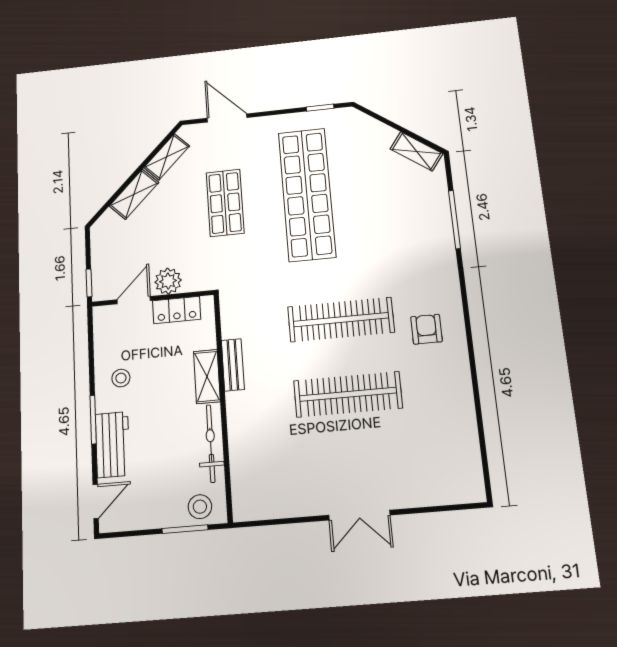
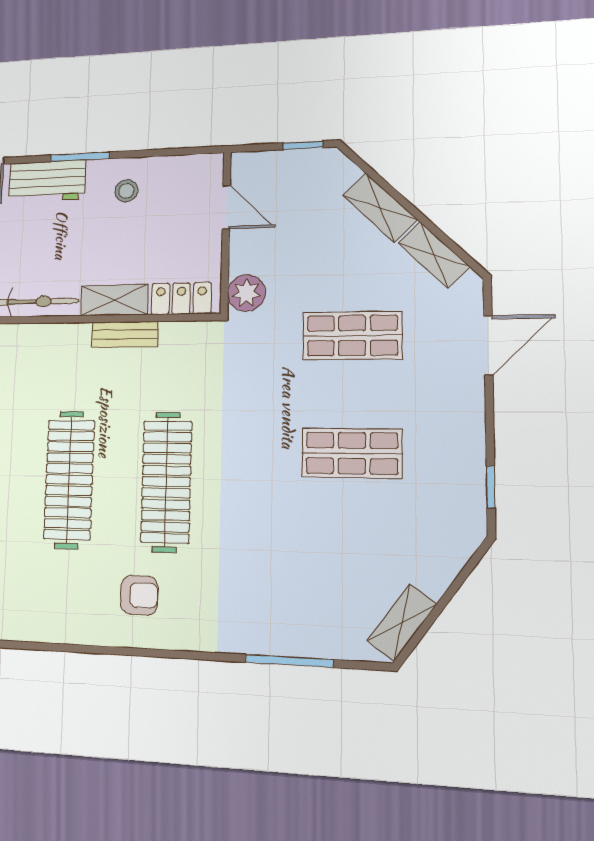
shop shelf: (307, 194) -> (352, 453), width x0.50, depth x0.74
plant: (168, 281) -> (246, 293), moved
window: (89, 283) -> (303, 145), moved
locker: (177, 310) -> (181, 299), moved, turned 90

